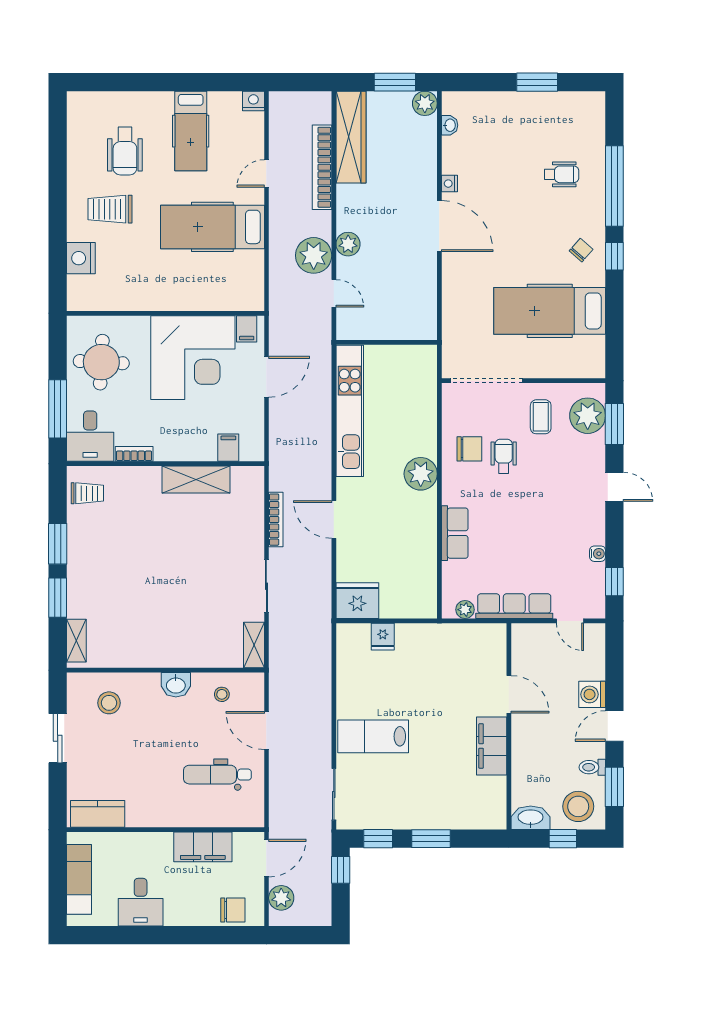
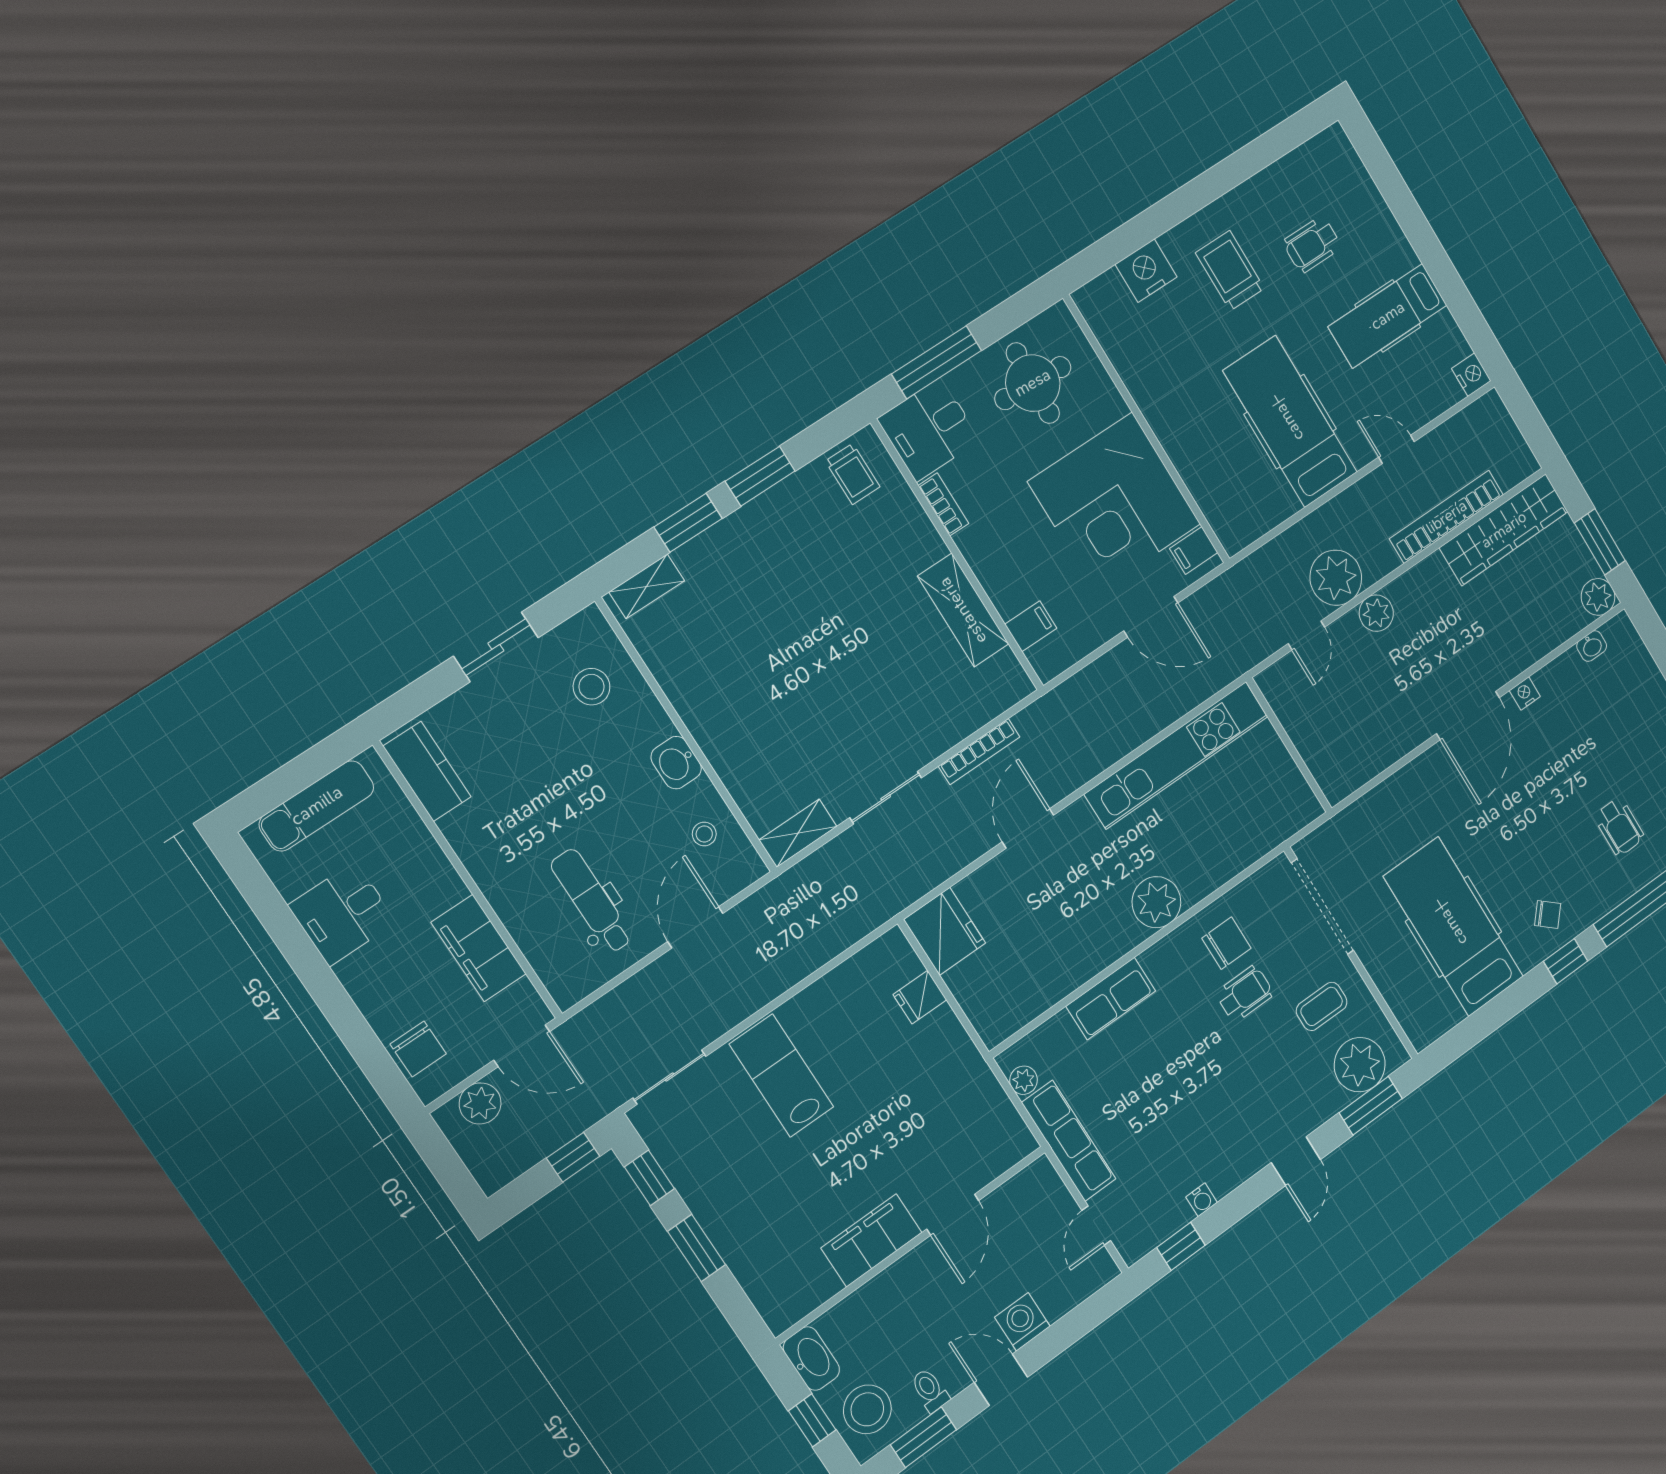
wheelchair: (125, 151) -> (1312, 245), width x0.73, depth x0.73
chair: (469, 449) -> (1226, 943), turned -90

